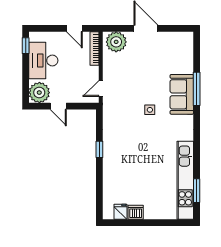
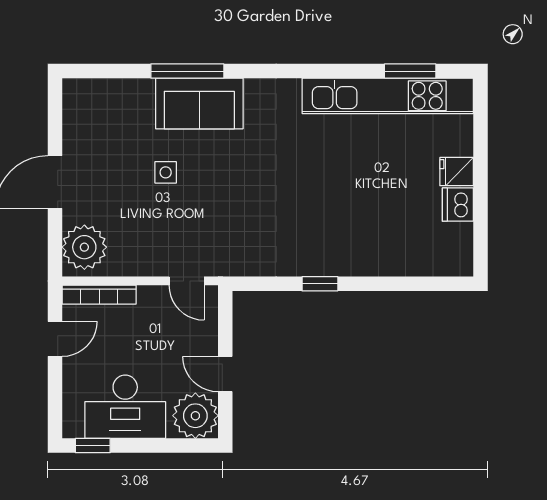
door: (58, 106) -> (225, 374), swing flipped
side table: (150, 110) -> (166, 172), moved
fridge: (121, 212) -> (457, 172), moved

